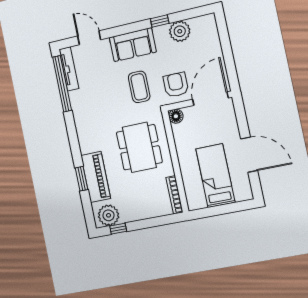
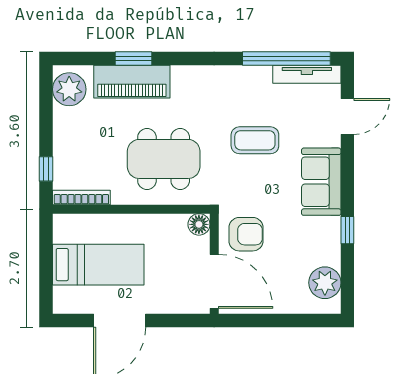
plant: (180, 31) -> (325, 283), moved
coffee table: (139, 87) -> (255, 140), moved
window: (118, 229) -> (46, 169), moved

